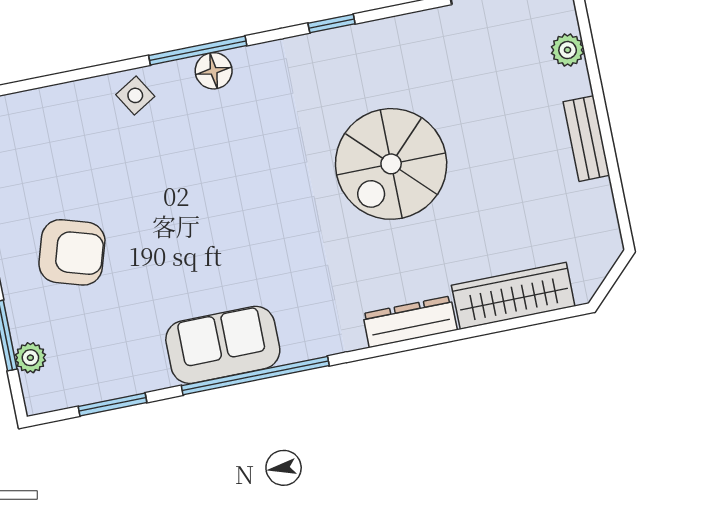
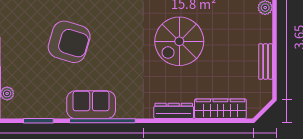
bench: (586, 139) -> (266, 62), moved
armchair: (72, 252) -> (69, 42), moved, width x1.36, depth x1.36

